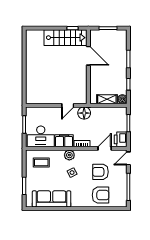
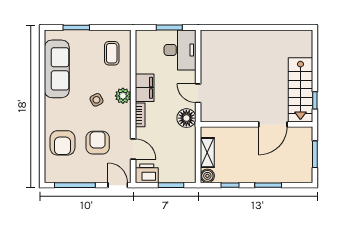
desk: (41, 136) -> (180, 50), moved, turned 180

